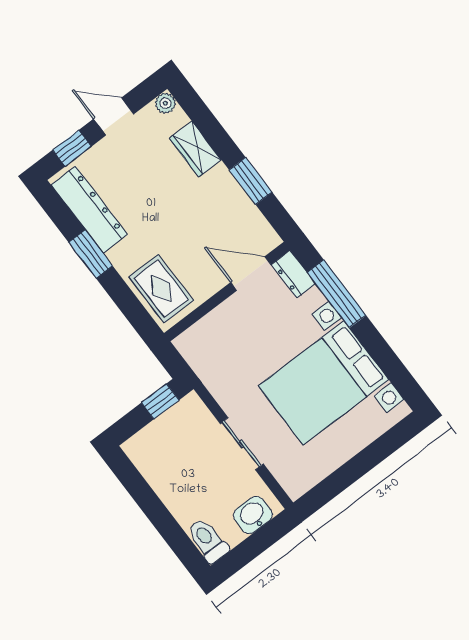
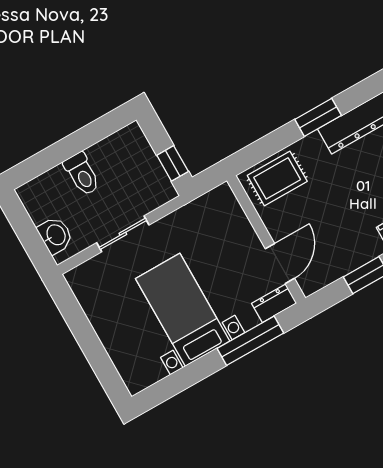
bed with nightstands: (324, 383) -> (183, 310), width x0.73
toilet: (208, 540) -> (82, 174), moved, turned 90

